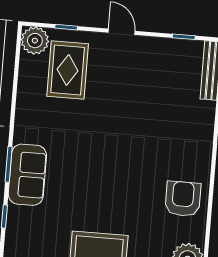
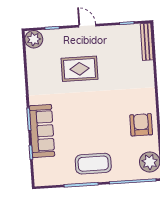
rug: (68, 70) -> (80, 69), moved, turned 90
sofa: (27, 175) -> (42, 131), width x1.36

